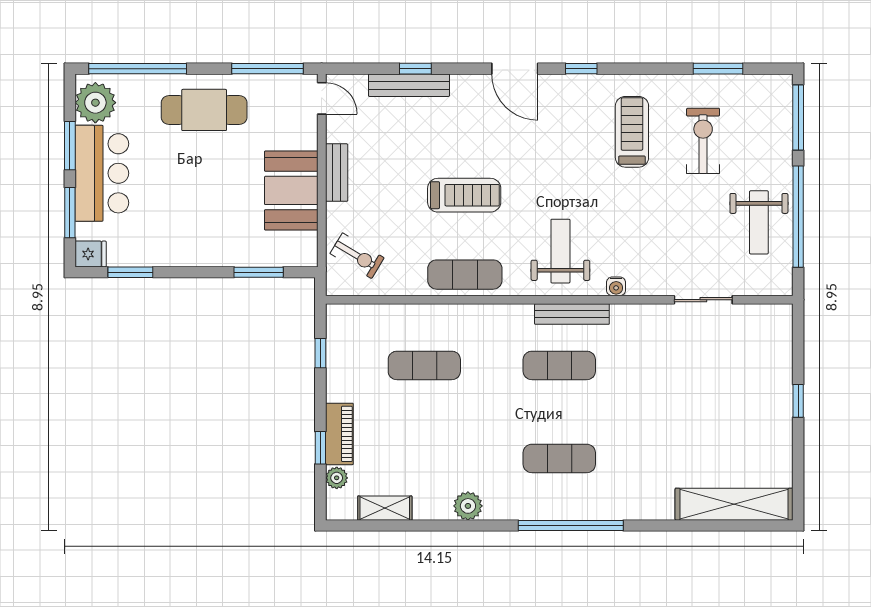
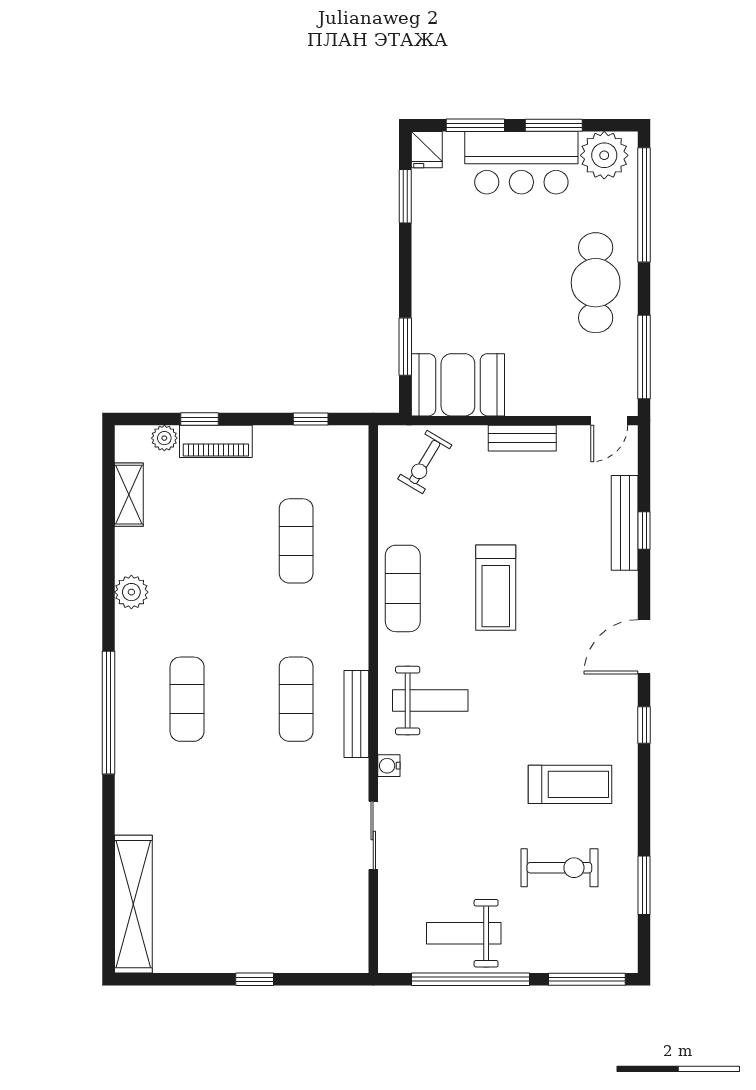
booth: (291, 190) -> (458, 385), moved
sliding door: (703, 300) -> (373, 835), moved

